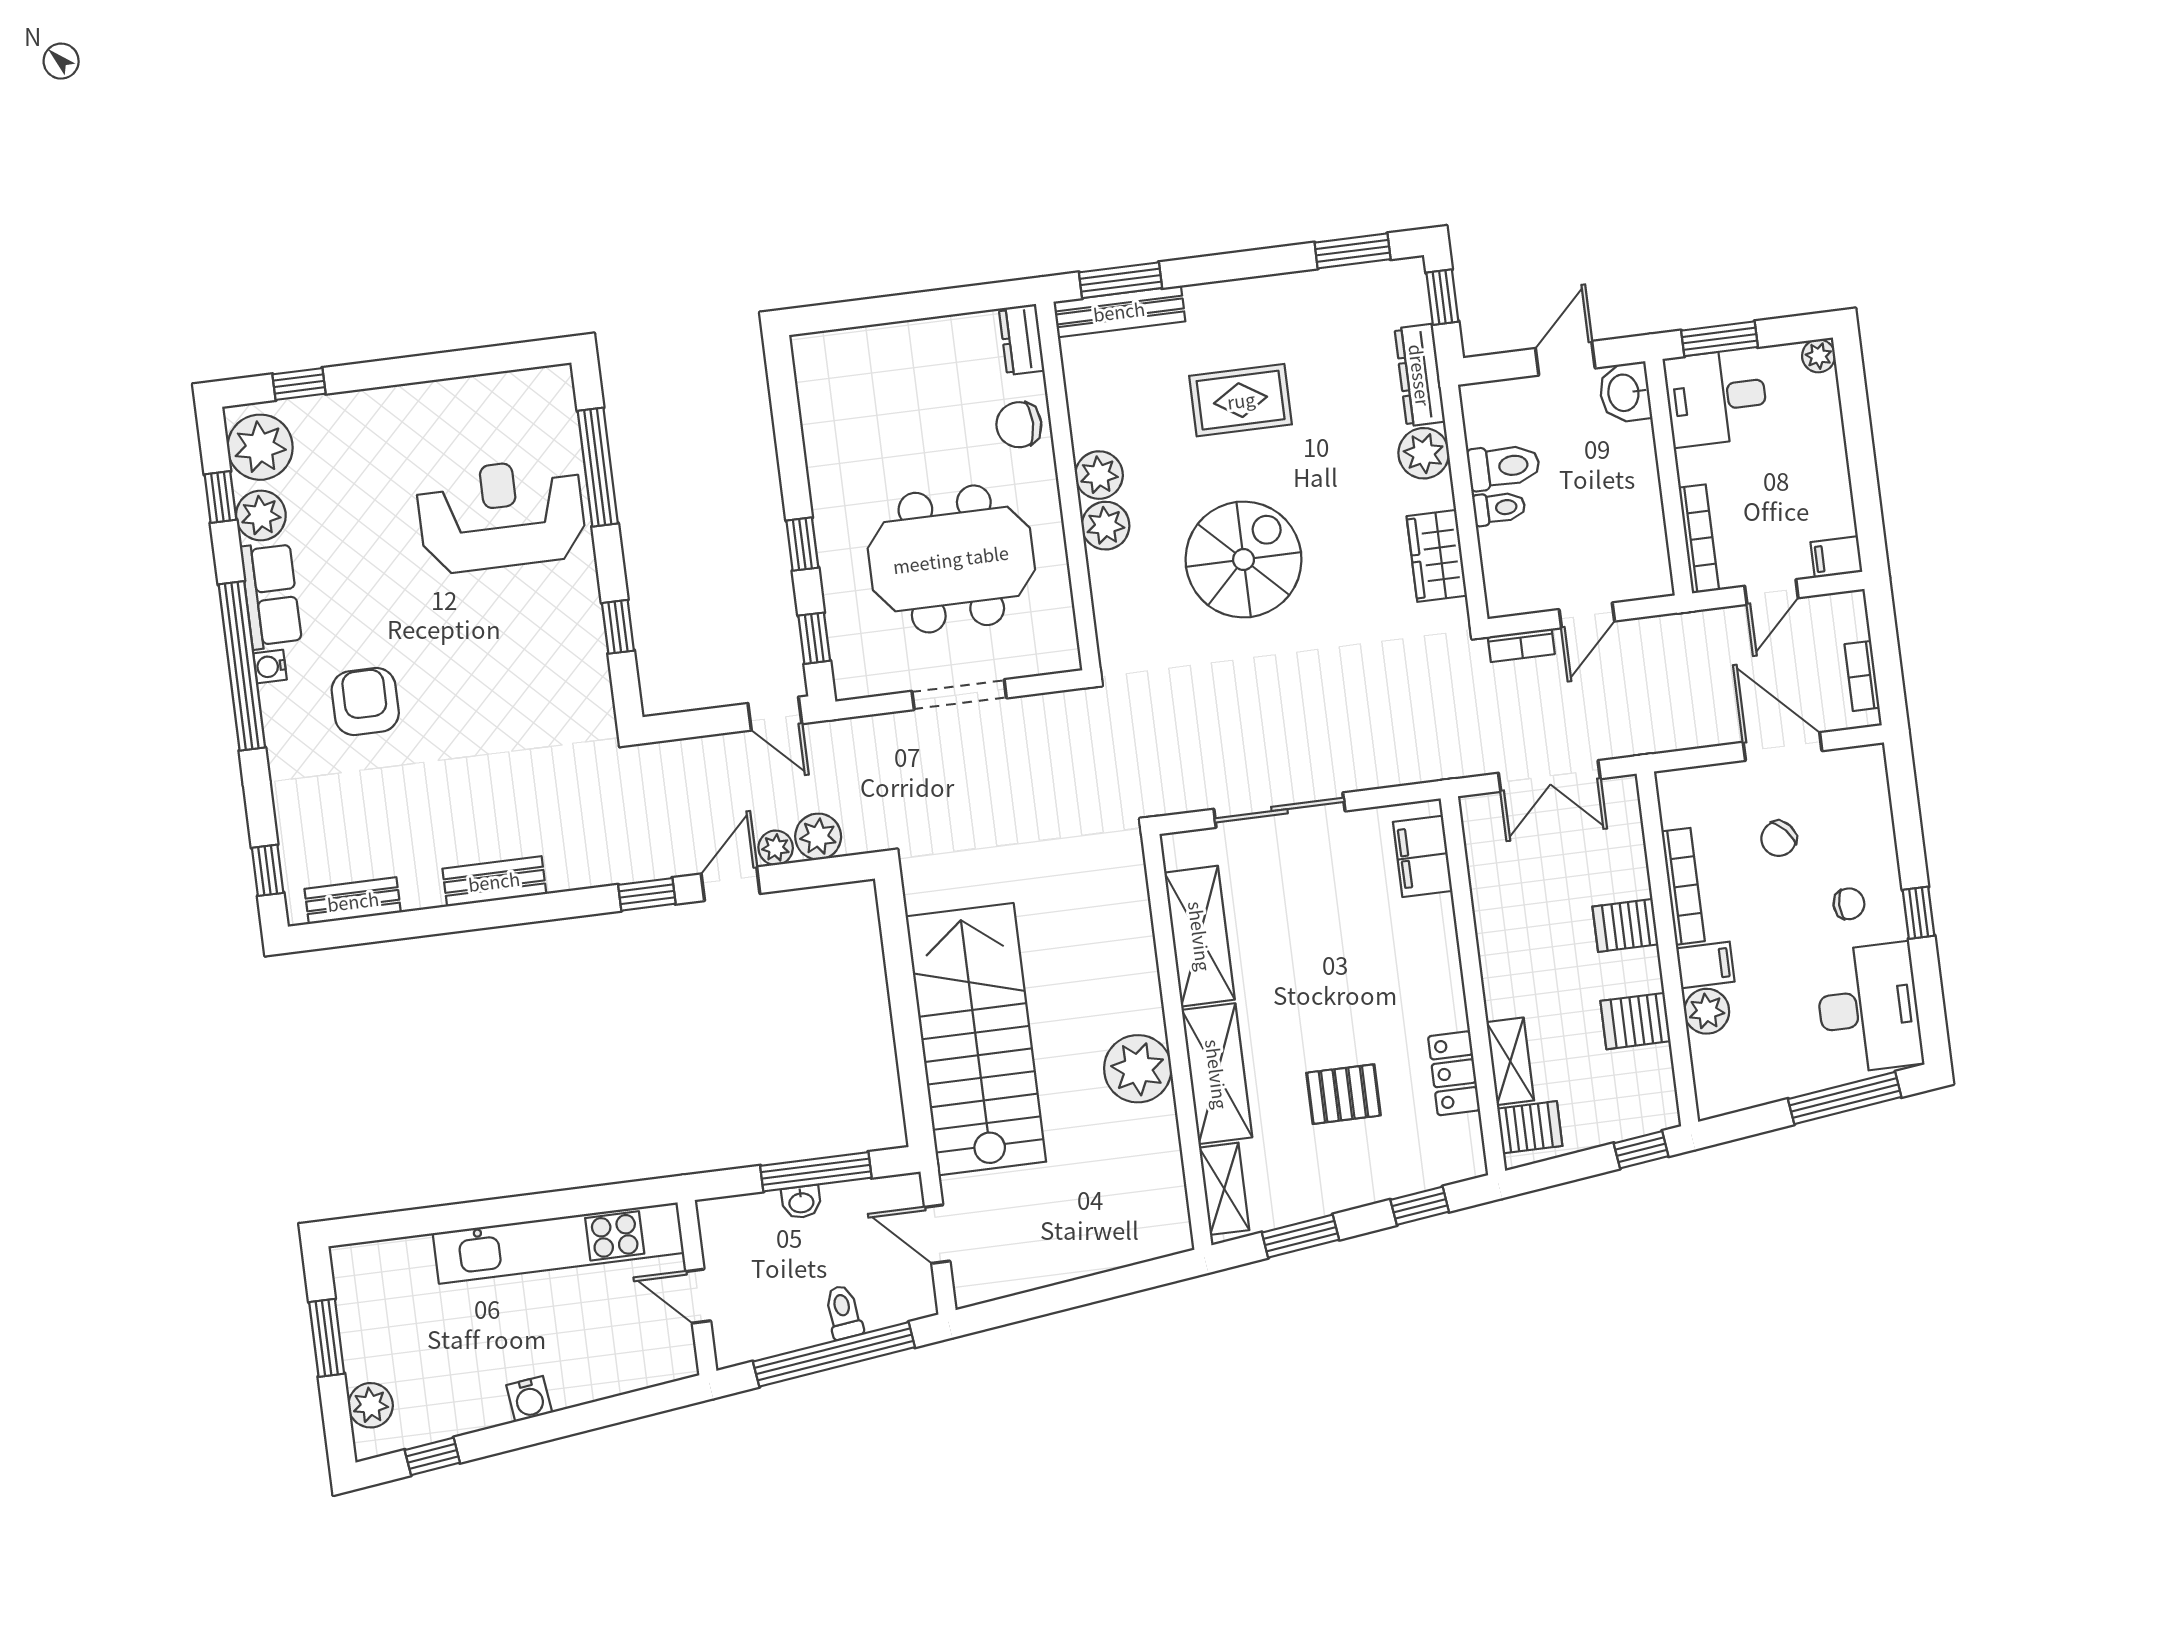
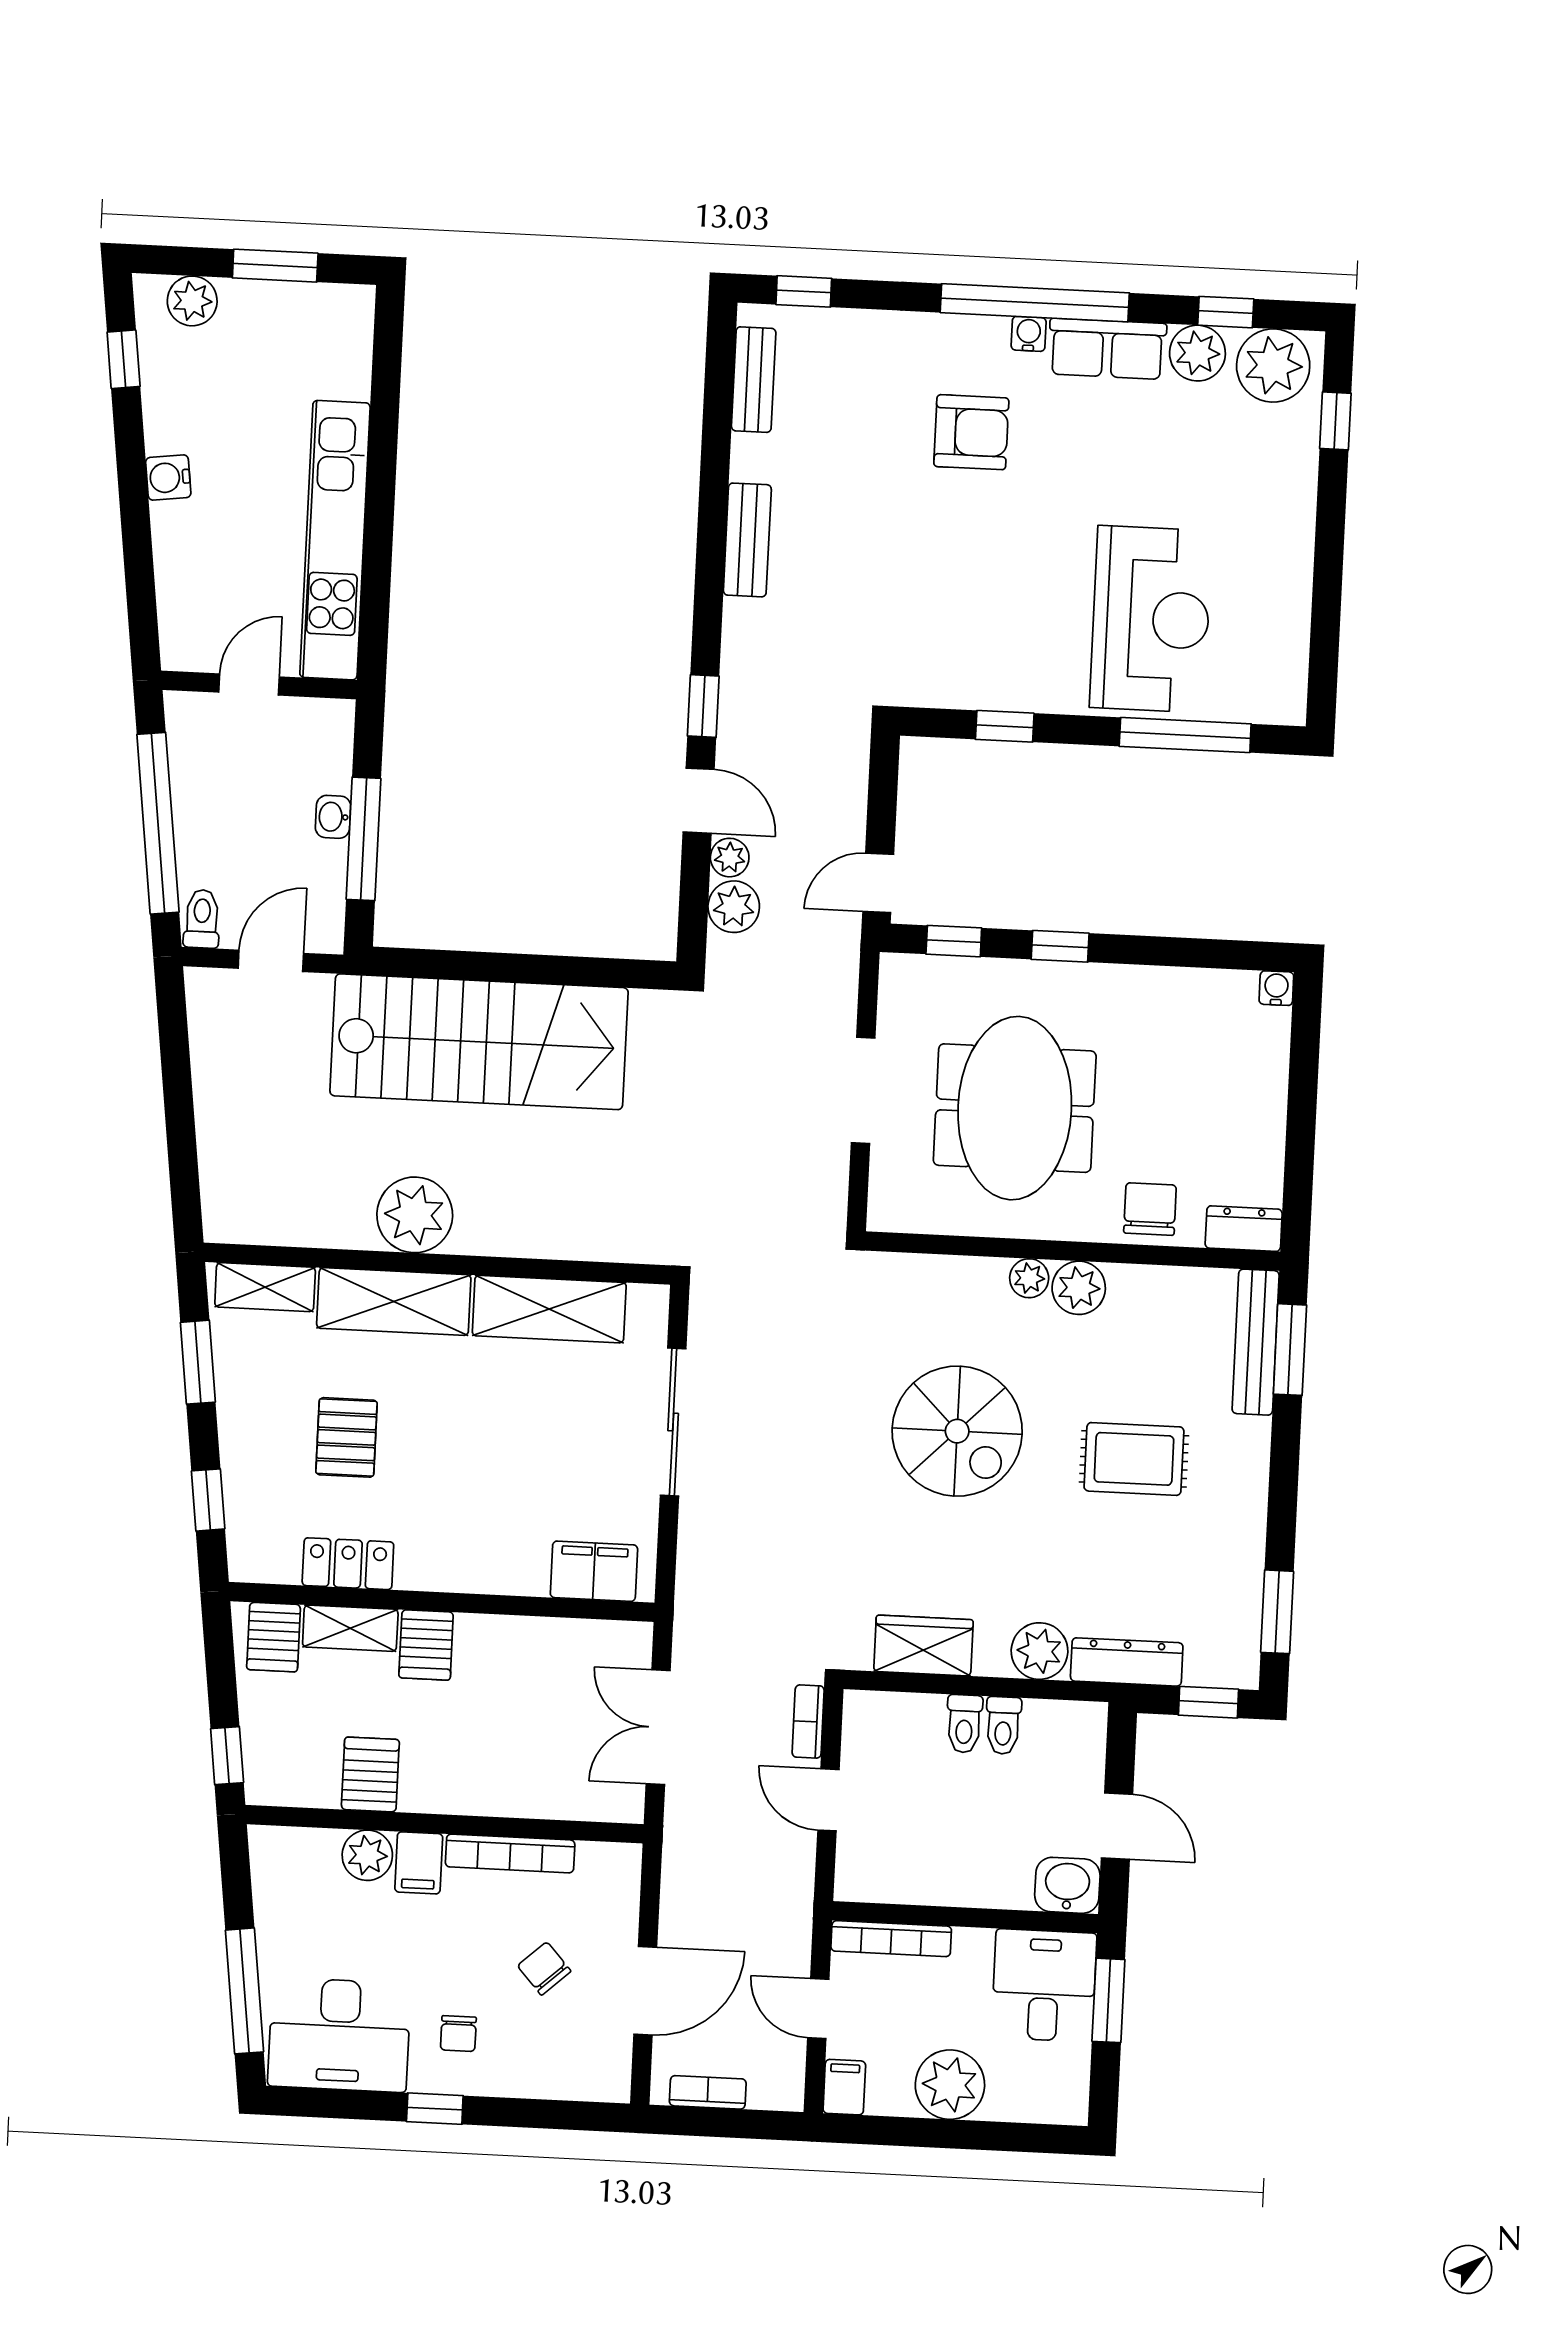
water cooler: (806, 348) -> (1276, 988), added
plant: (1819, 356) -> (950, 2085), moved, width x1.88, depth x1.88
rug: (1241, 400) -> (1134, 1459), turned 90
toilet: (1504, 467) -> (1003, 1725), width x0.73, depth x0.72
plant: (1106, 526) -> (1029, 1278), width x0.73, depth x0.73
server rack: (1625, 925) -> (426, 1645), moved, turned 180
toilet: (843, 1312) -> (202, 919), moved, turned -83

